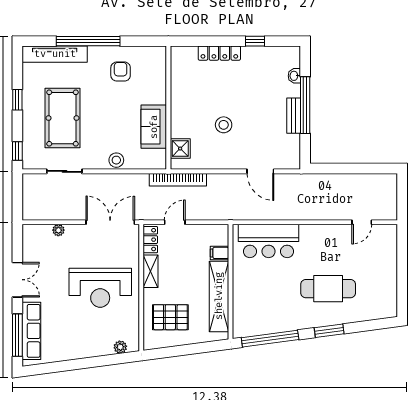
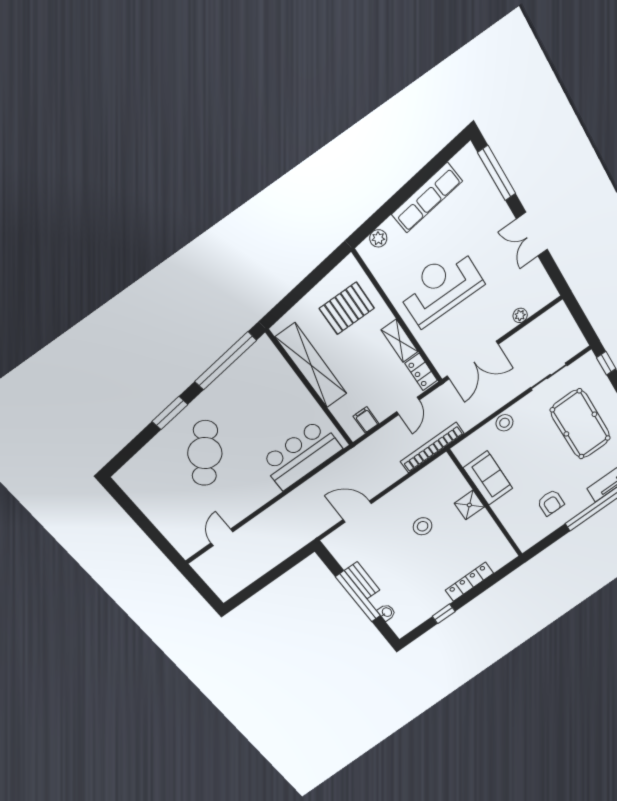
shower: (180, 149) -> (469, 505), moved
filing cabinet: (219, 253) -> (366, 420), moved, turned -90
cafe table: (328, 289) -> (205, 453), turned -51
row of seats: (31, 331) -> (427, 198), moved, turned -98

